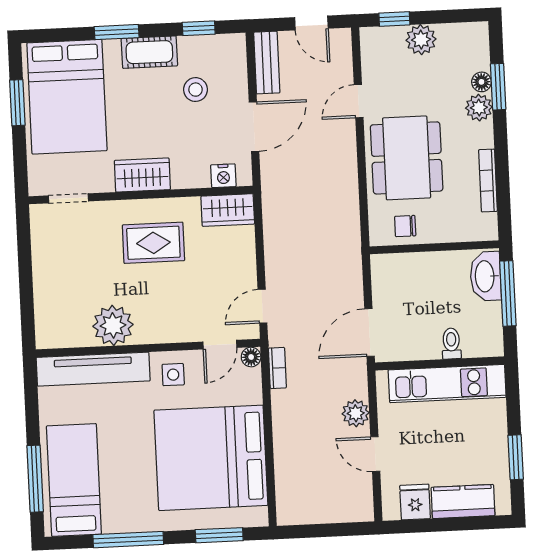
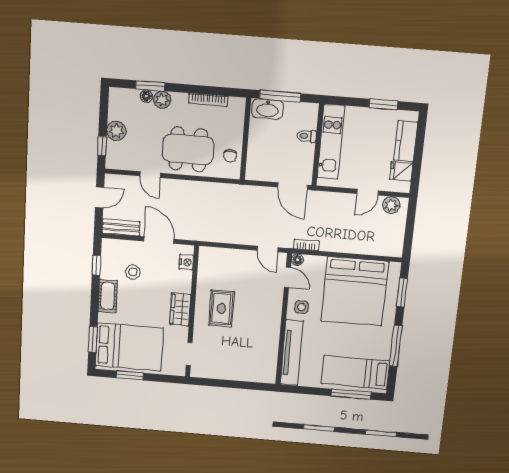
window: (117, 32) -> (93, 339), moved
wardrobe: (228, 210) -> (207, 262), removed
plant: (113, 325) -> (267, 338), removed
plant: (356, 413) -> (391, 205), moved

